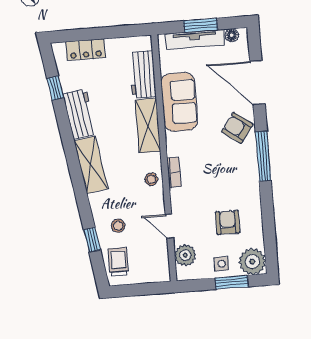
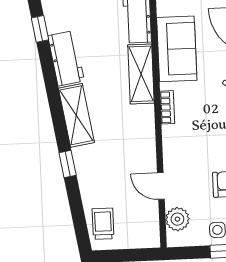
bookcase: (174, 172) -> (167, 107), moved
stool: (151, 179) -> (143, 134), removed
stool: (118, 226) -> (104, 184), removed
window: (92, 240) -> (68, 164), moved

